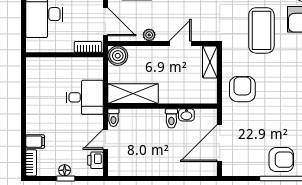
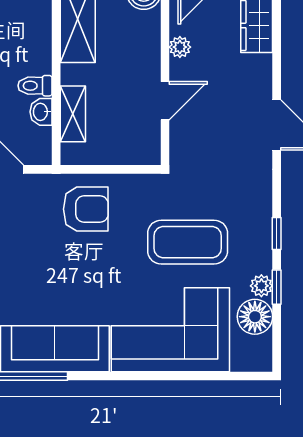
door: (180, 43) -> (165, 101), hinge flipped
shelving: (210, 62) -> (73, 114), moved, turned 90

